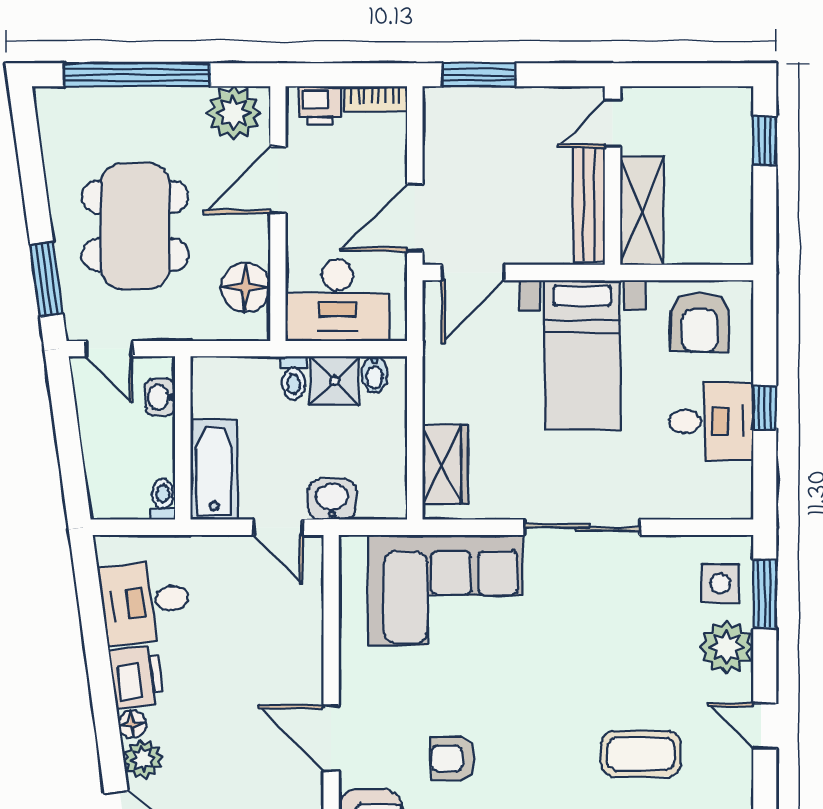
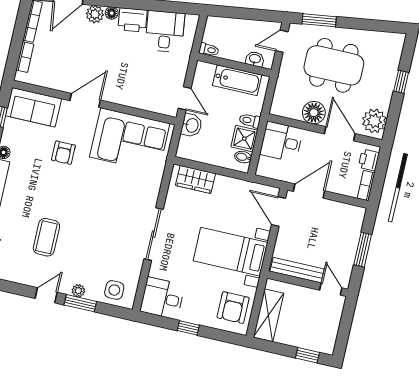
window: (137, 75) -> (401, 82), width x0.32
window: (479, 75) -> (363, 250), moved
shelving: (642, 210) -> (269, 315), moved, turned 90
door: (415, 218) -> (309, 191), hinge flipped
floor lamp: (246, 287) -> (314, 113), moved
desk: (337, 300) -> (281, 142), width x0.73
armchair: (700, 322) -> (233, 308), turned -90
desk: (711, 421) -> (162, 298), moved, turned 90
bathtub: (214, 470) -> (237, 80), moved
door: (278, 527) -> (185, 98), swing flipped
corner sofa: (446, 590) -> (130, 140), moved, turned -90
window: (765, 594) -> (80, 303), moved
plant: (727, 647) -> (78, 291), width x0.53, depth x0.53
armchair: (453, 759) -> (63, 153), turned 180

